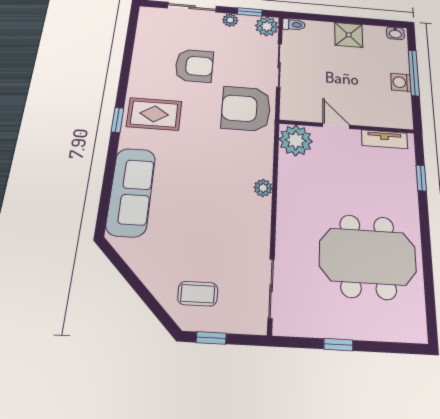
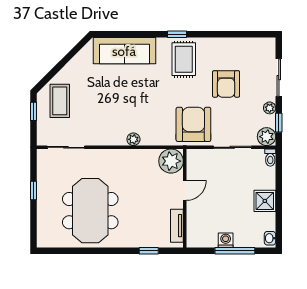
coffee table: (198, 294) -> (60, 101), width x1.36, depth x1.30

